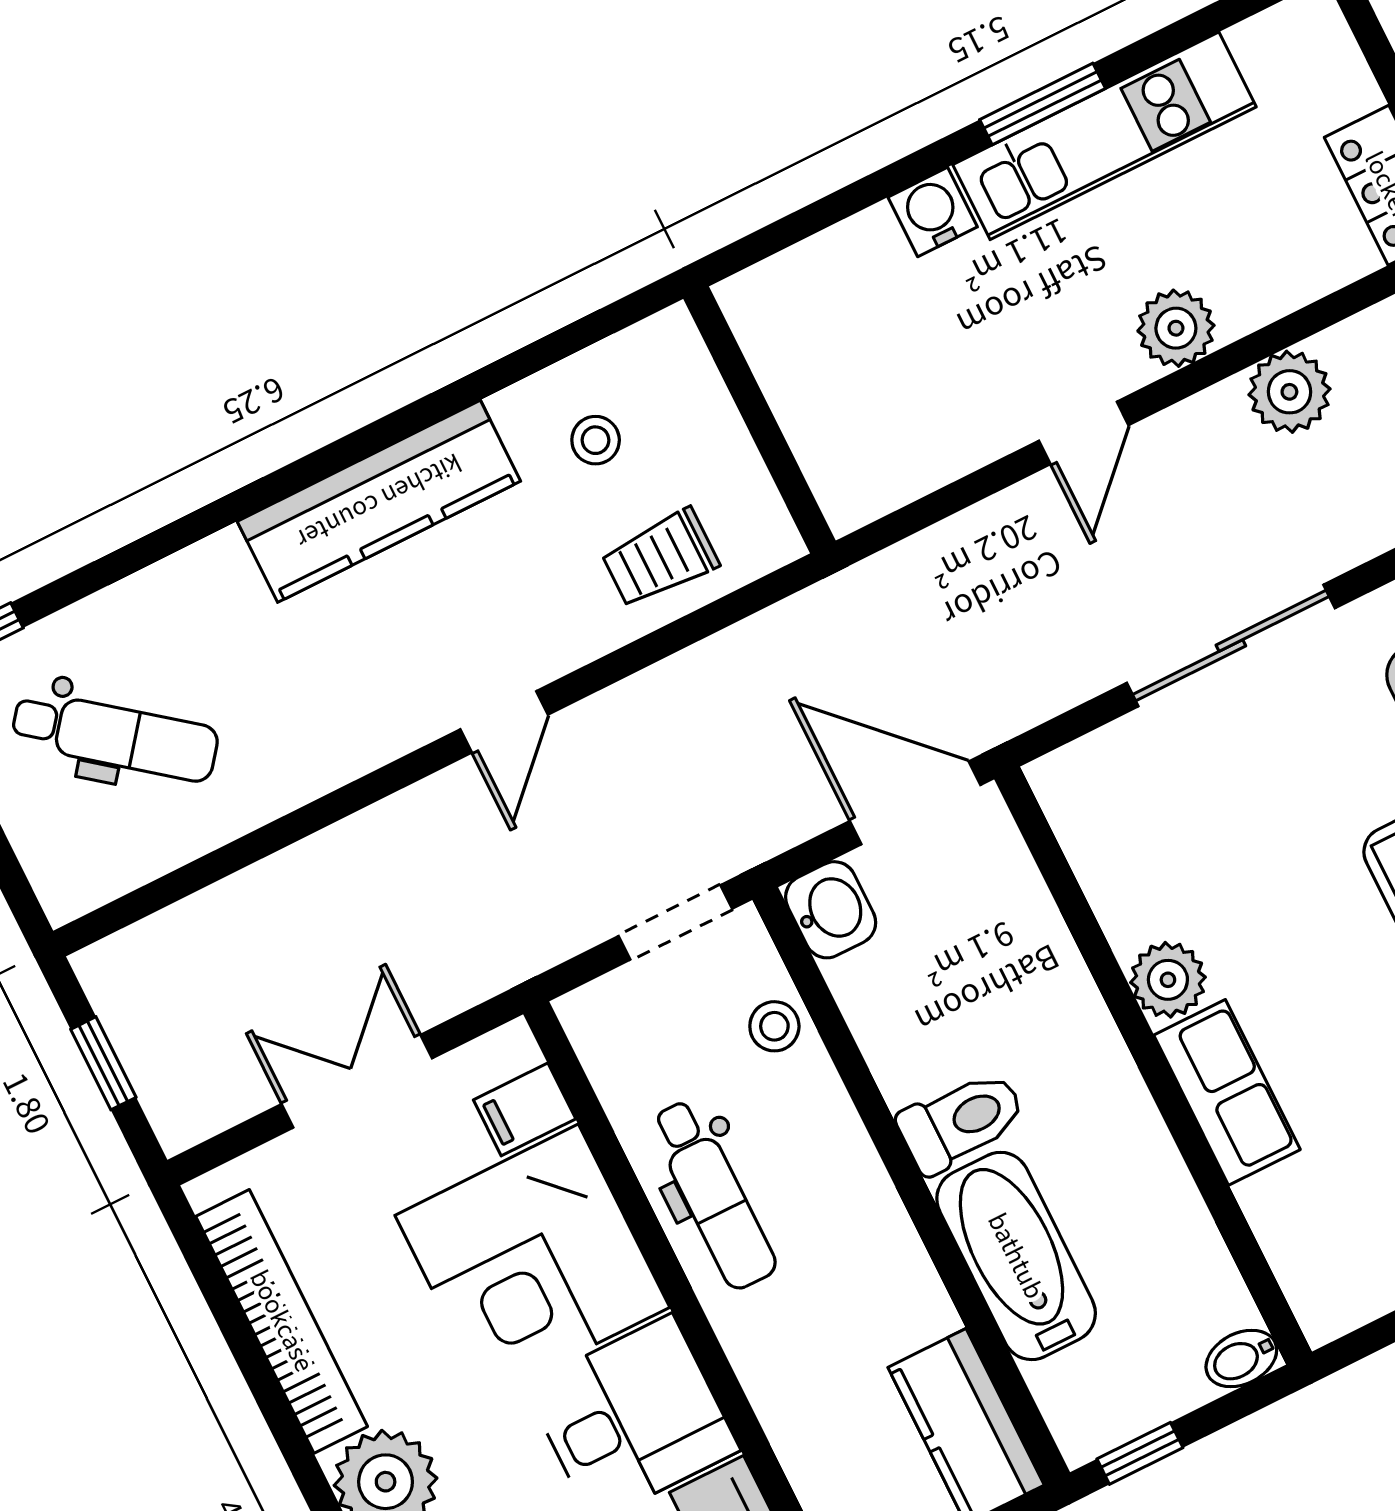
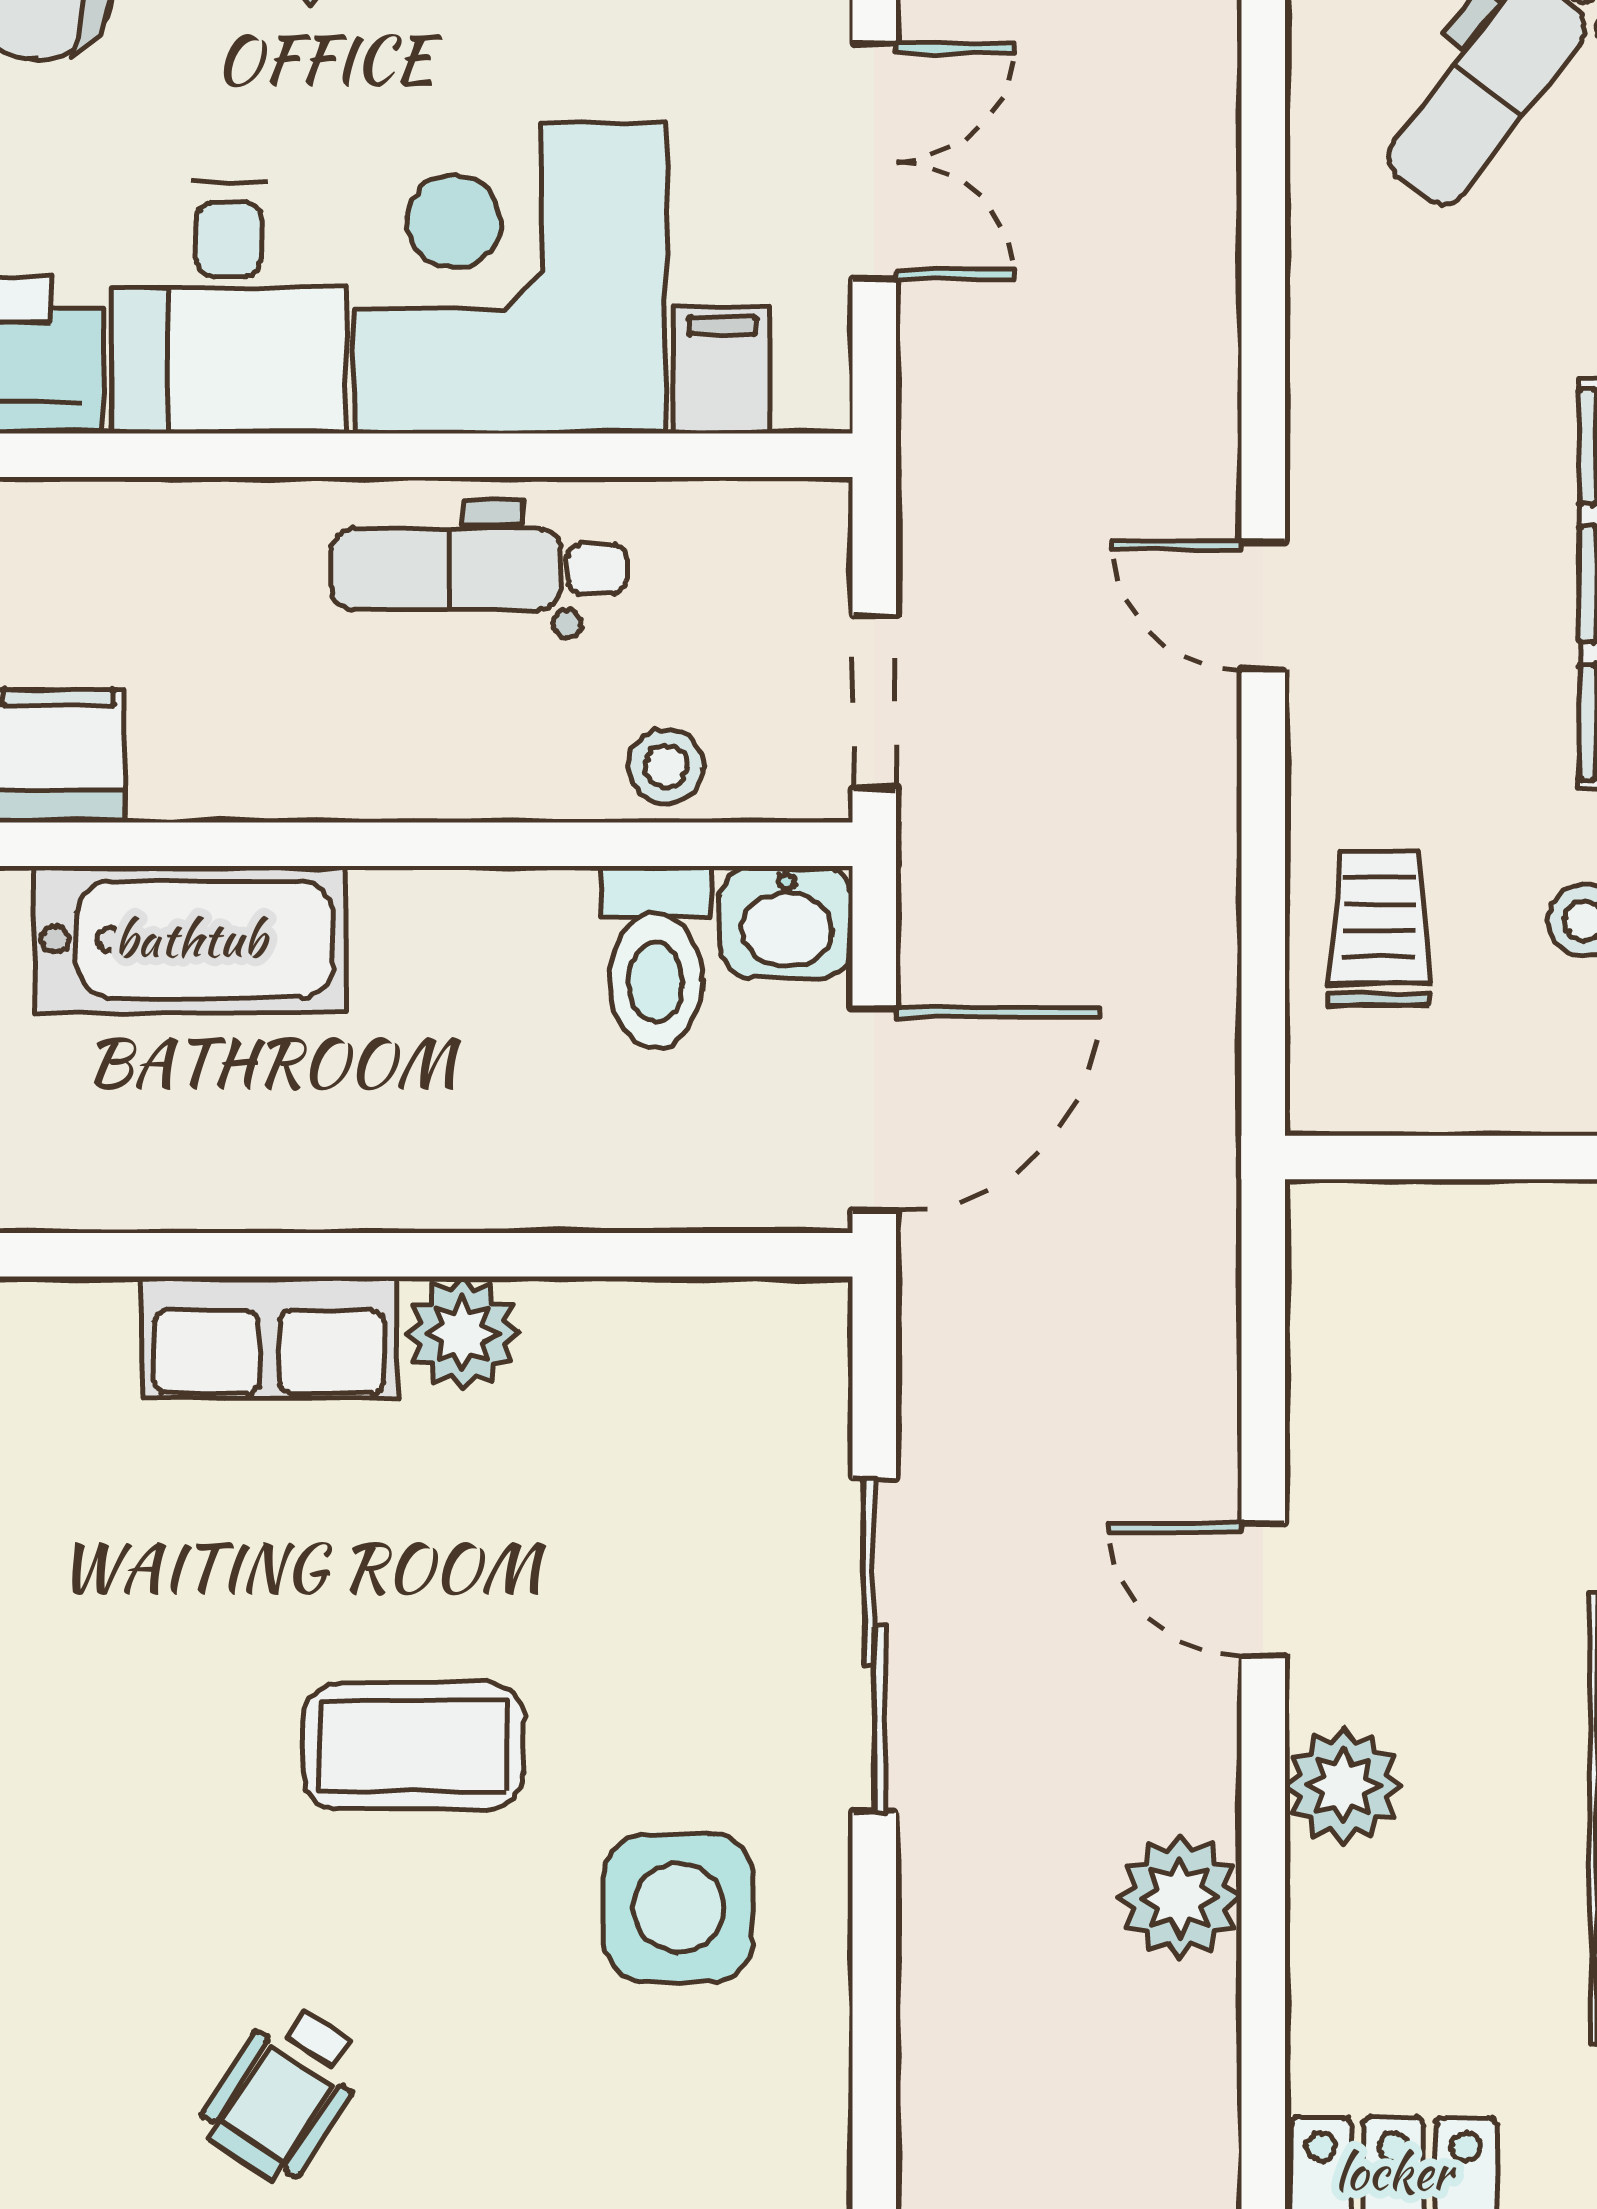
toilet: (962, 1121) -> (656, 957), moved

